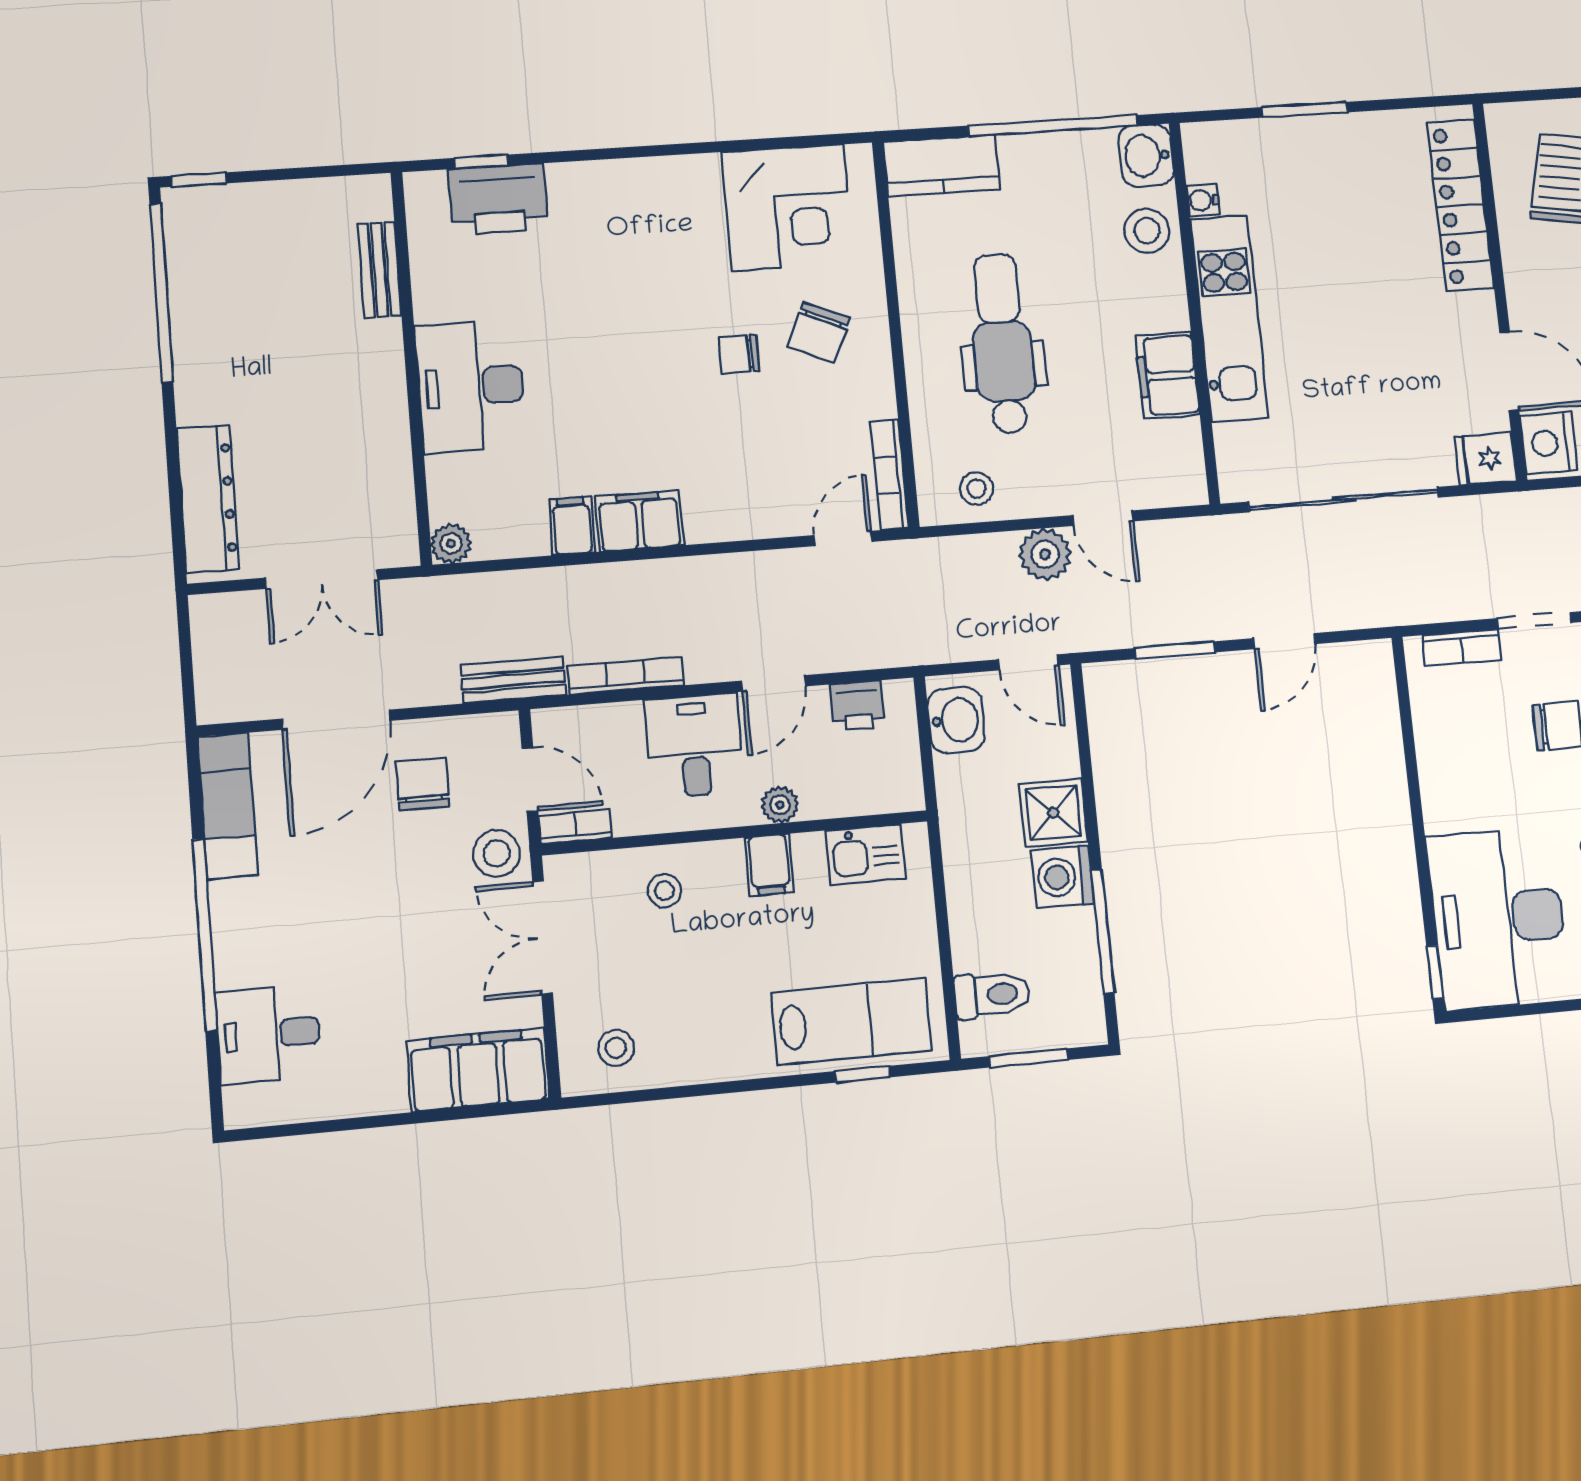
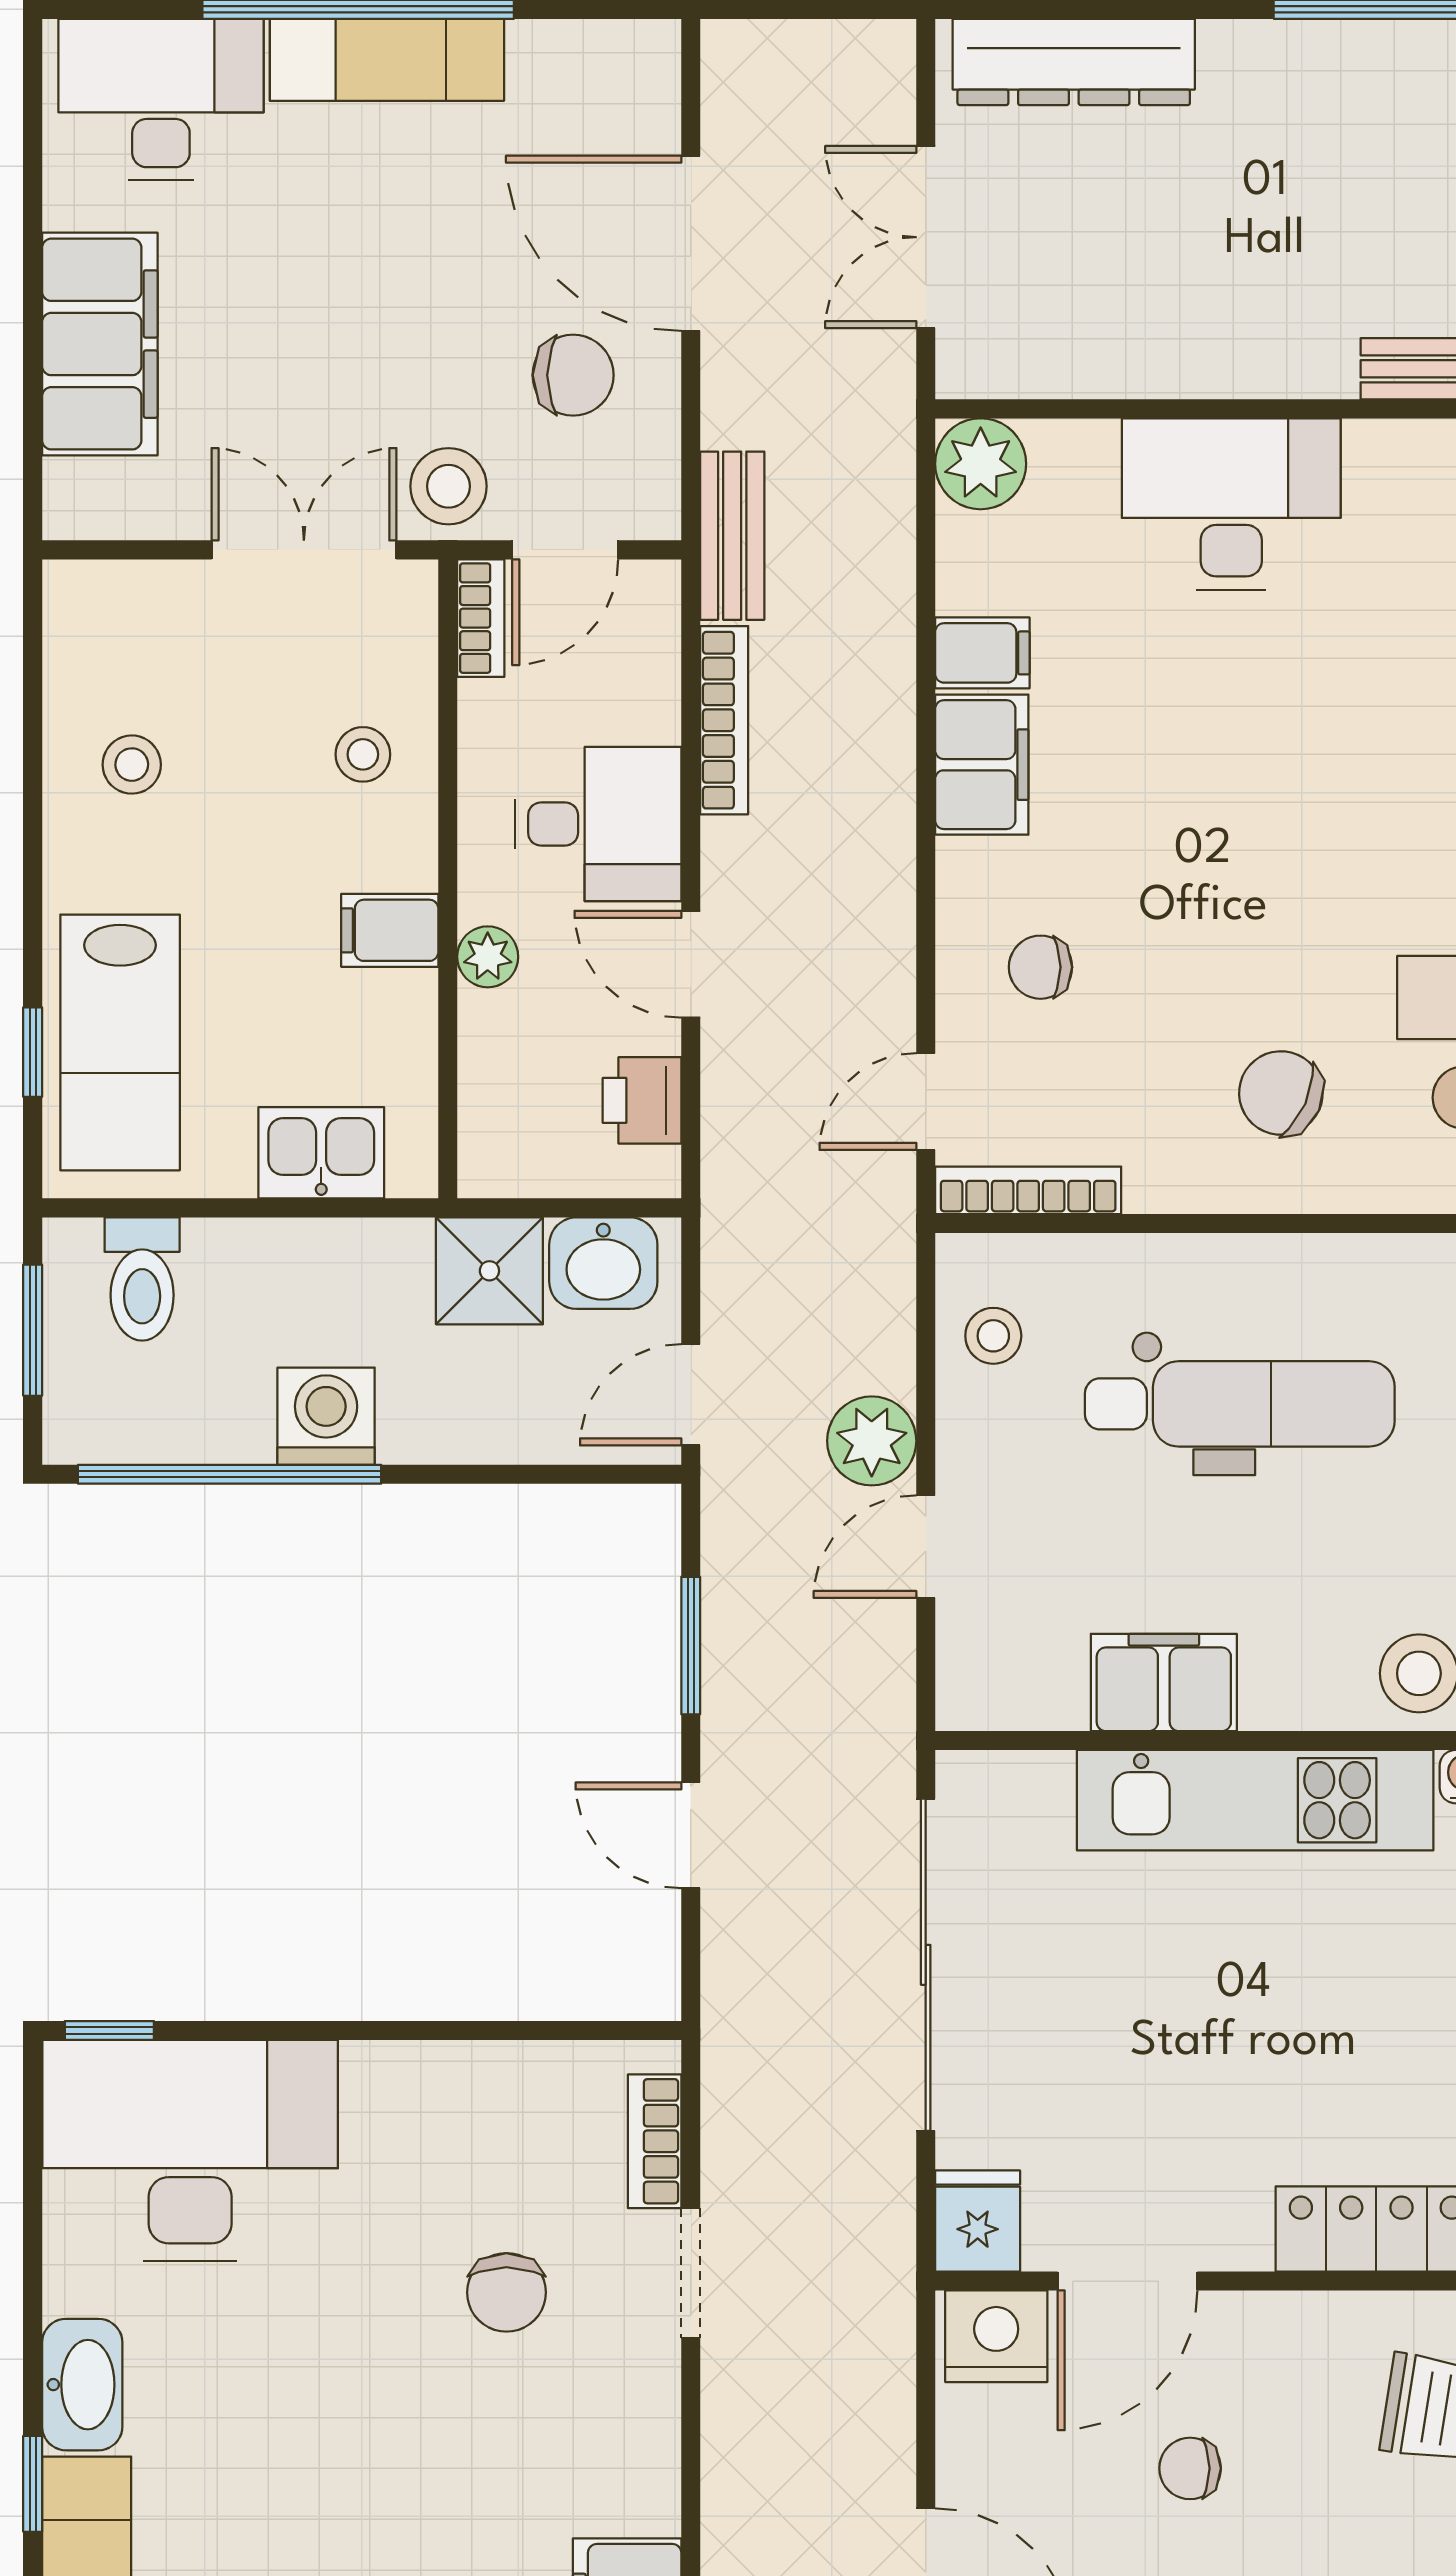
chair: (739, 354) -> (1040, 967), moved, turned -90
door: (843, 538) -> (926, 1102), swing flipped
plant: (451, 544) -> (981, 464), width x1.38, depth x1.38
exam couch: (228, 806) -> (387, 60), moved
shower: (1053, 813) -> (489, 1271), moved
kitchen sink: (865, 854) -> (321, 1153), moved, turned 90
window: (1103, 931) -> (230, 1474), width x1.46
desk: (269, 1034) -> (161, 99), width x1.37
stool: (616, 1048) -> (132, 765), moved
filing cabinet: (478, 1070) -> (100, 344), moved

